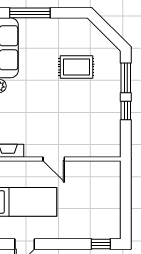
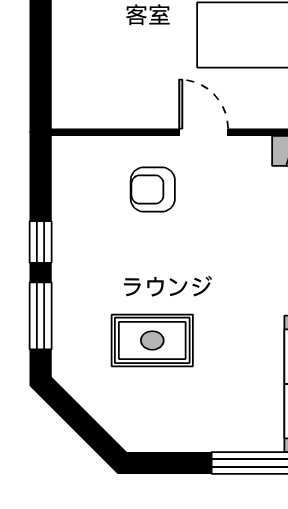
armchair: (76, 134) -> (153, 189), added

